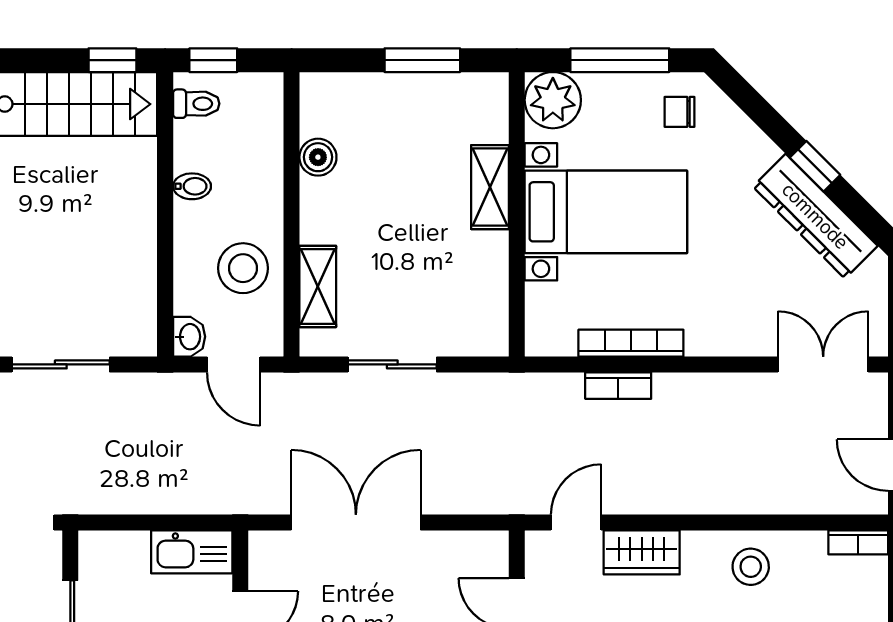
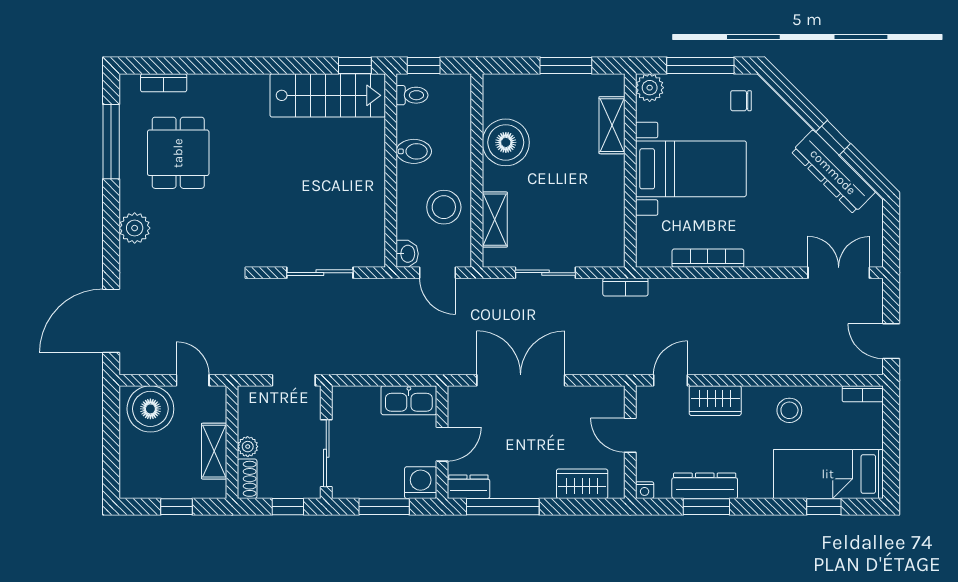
plant: (553, 100) -> (650, 88), width x0.73, depth x0.73
boiler: (318, 157) -> (506, 142), width x1.86, depth x1.86
bidet: (192, 186) -> (414, 151), width x1.38, depth x1.36
shelving: (490, 187) -> (612, 125), moved
bookcase: (618, 386) -> (625, 287), moved

